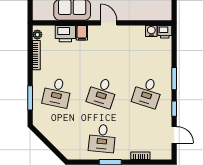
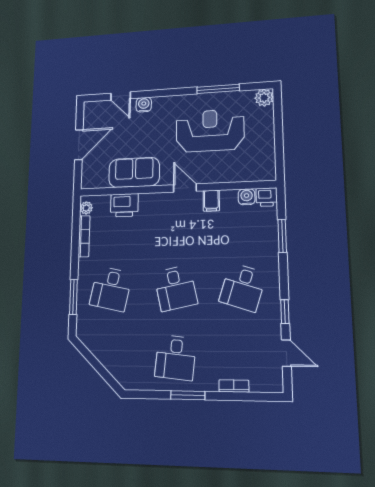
filing cabinet: (82, 33) -> (211, 201), moved
window: (174, 79) -> (282, 236), moved
desk: (102, 93) -> (176, 288), turned -30

